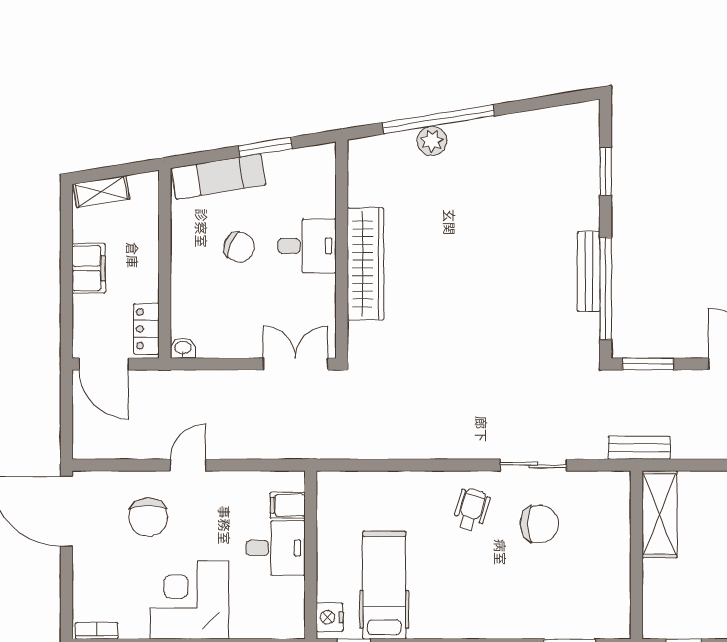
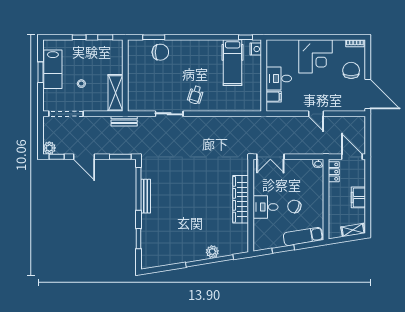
door: (188, 465) -> (316, 114), hinge flipped
chair: (148, 517) -> (351, 70), moved
chair: (539, 524) -> (160, 52), moved, turned 180

